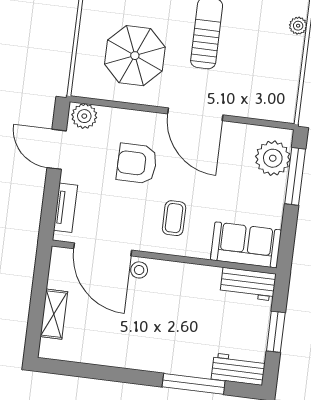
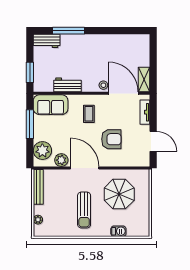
bench: (289, 89) -> (38, 187), added
plant: (84, 116) -> (61, 160), moved
window: (295, 176) -> (30, 124), moved
workbench: (248, 284) -> (67, 85), moved
shelving: (54, 314) -> (144, 80), moved
window: (276, 332) -> (30, 72), moved

